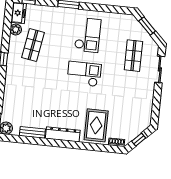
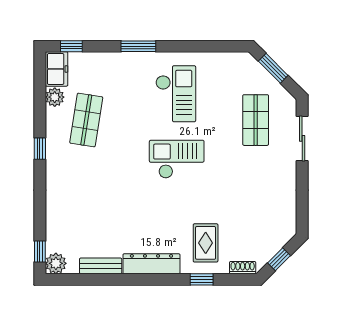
rug: (96, 125) -> (206, 243), width x0.73, depth x0.70
window: (91, 147) -> (202, 279), added

